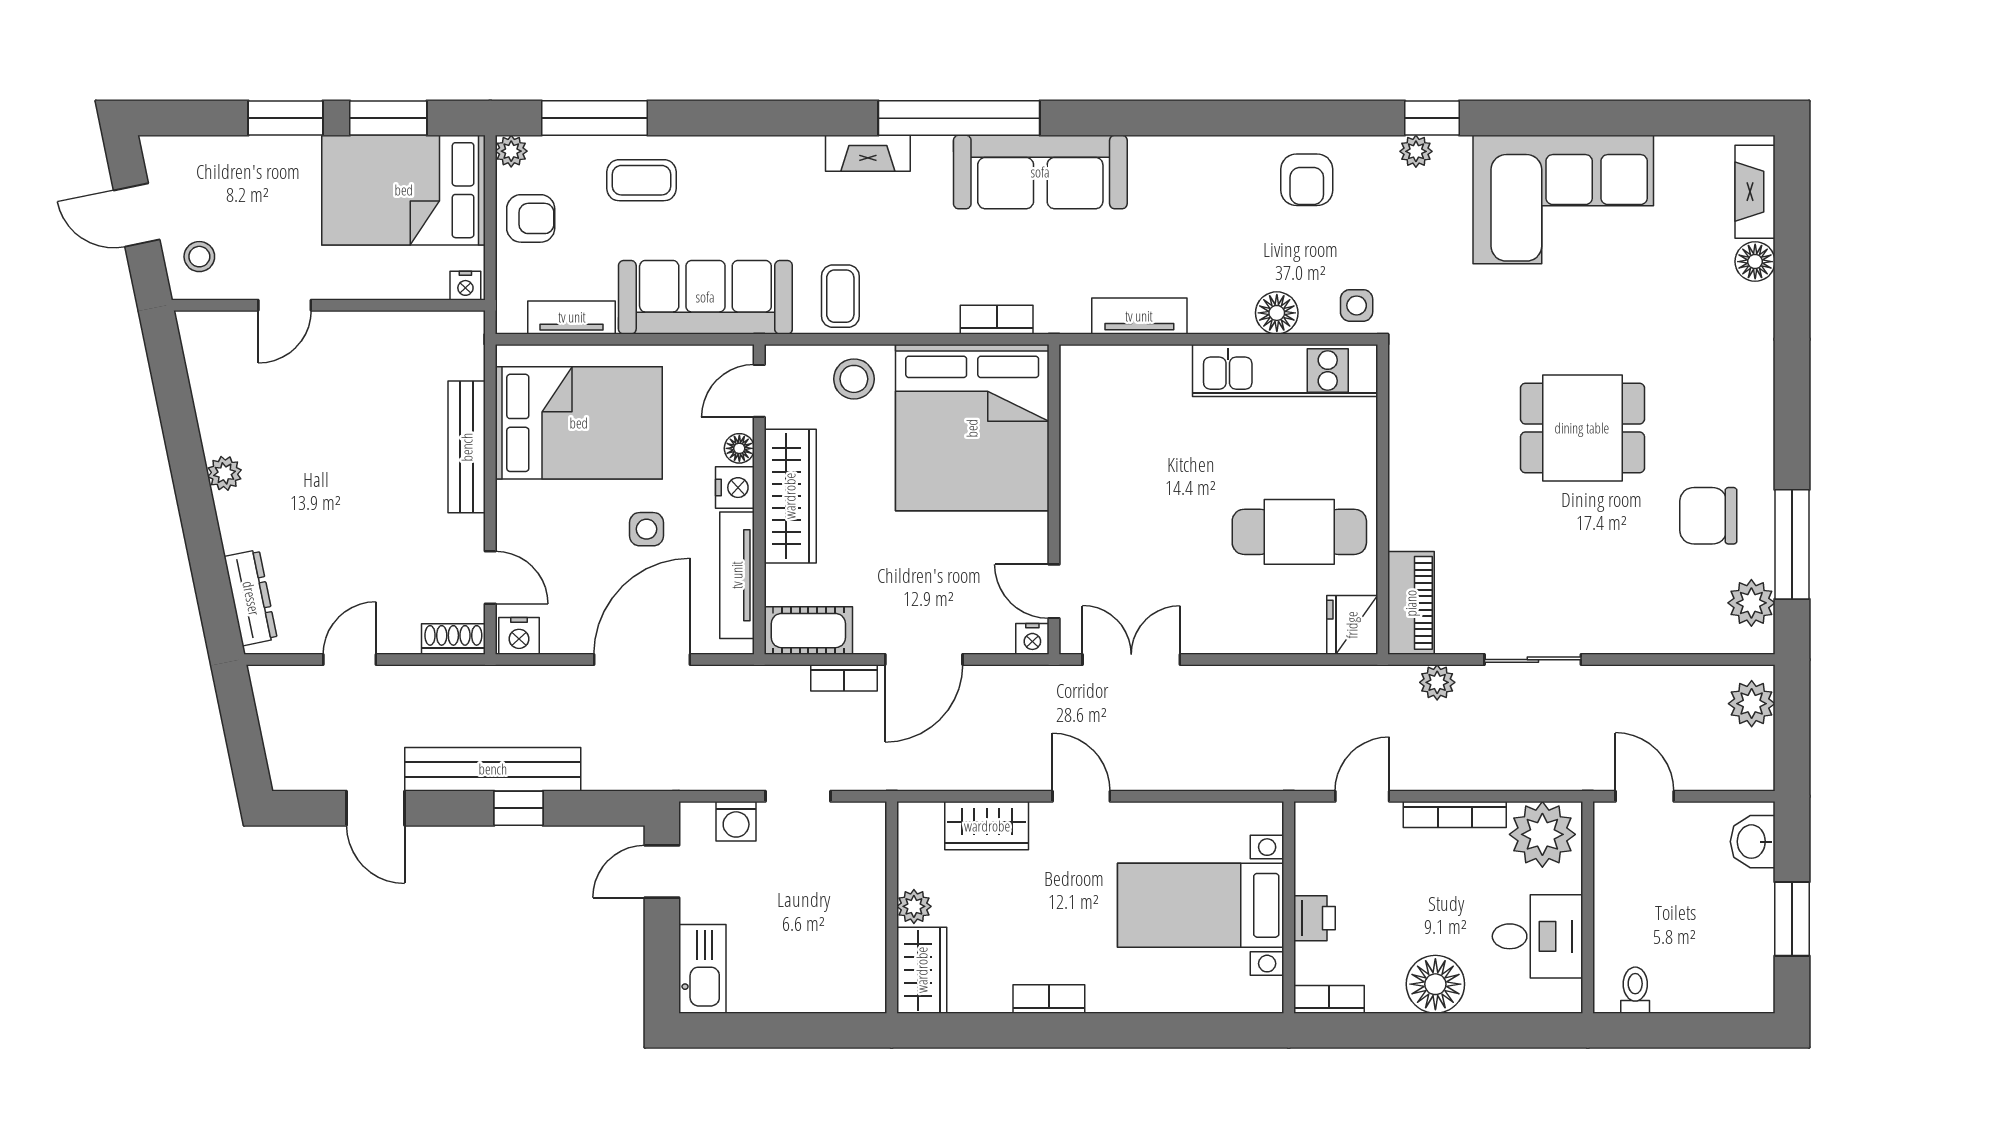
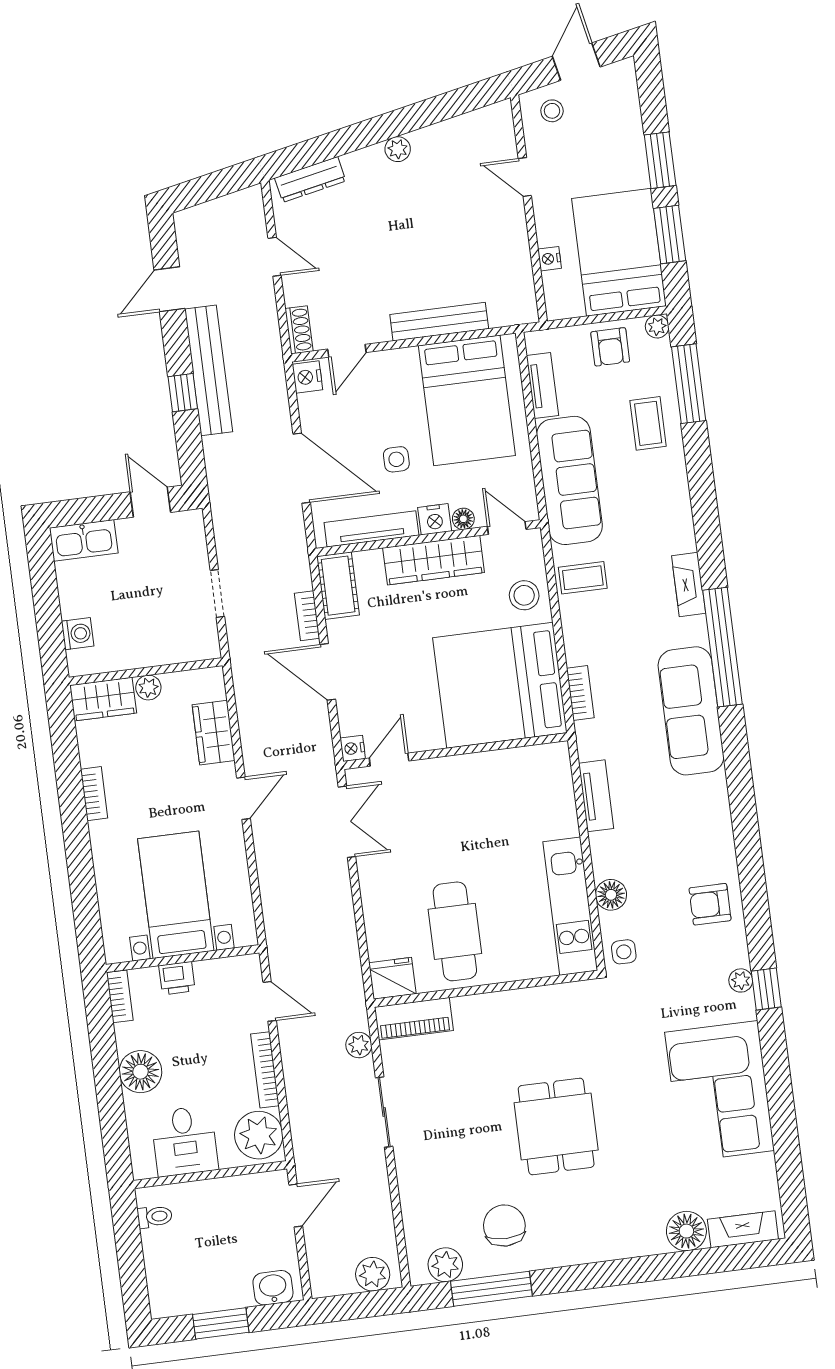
floor lamp: (1755, 262) -> (686, 1231), width x1.38, depth x1.38
nightstand: (465, 286) -> (550, 259), moved
washing machine: (736, 821) -> (78, 634), moved, turned 180

